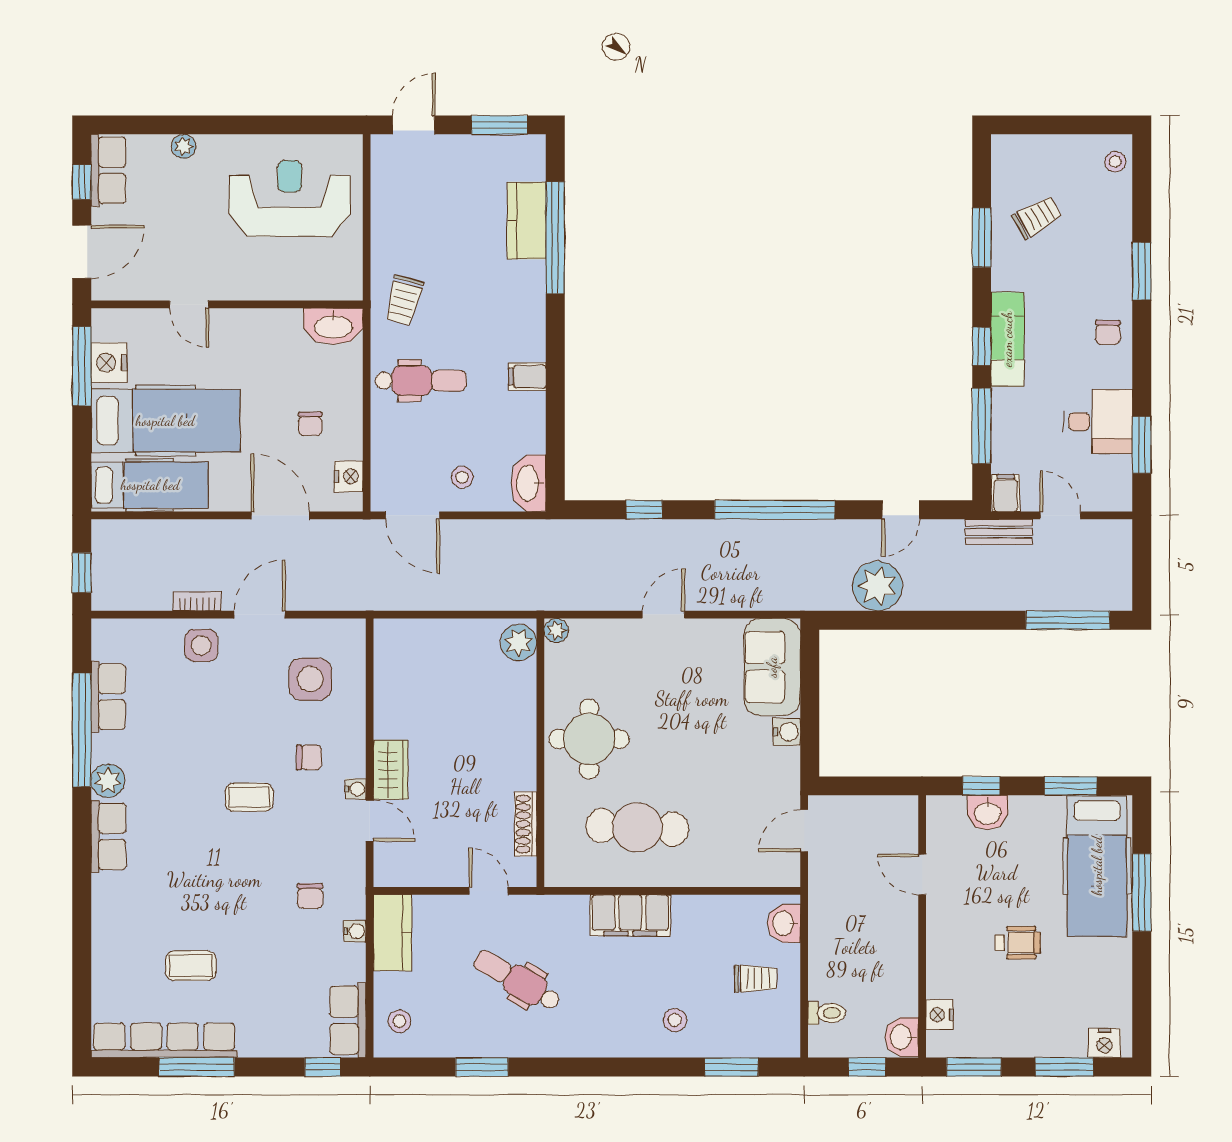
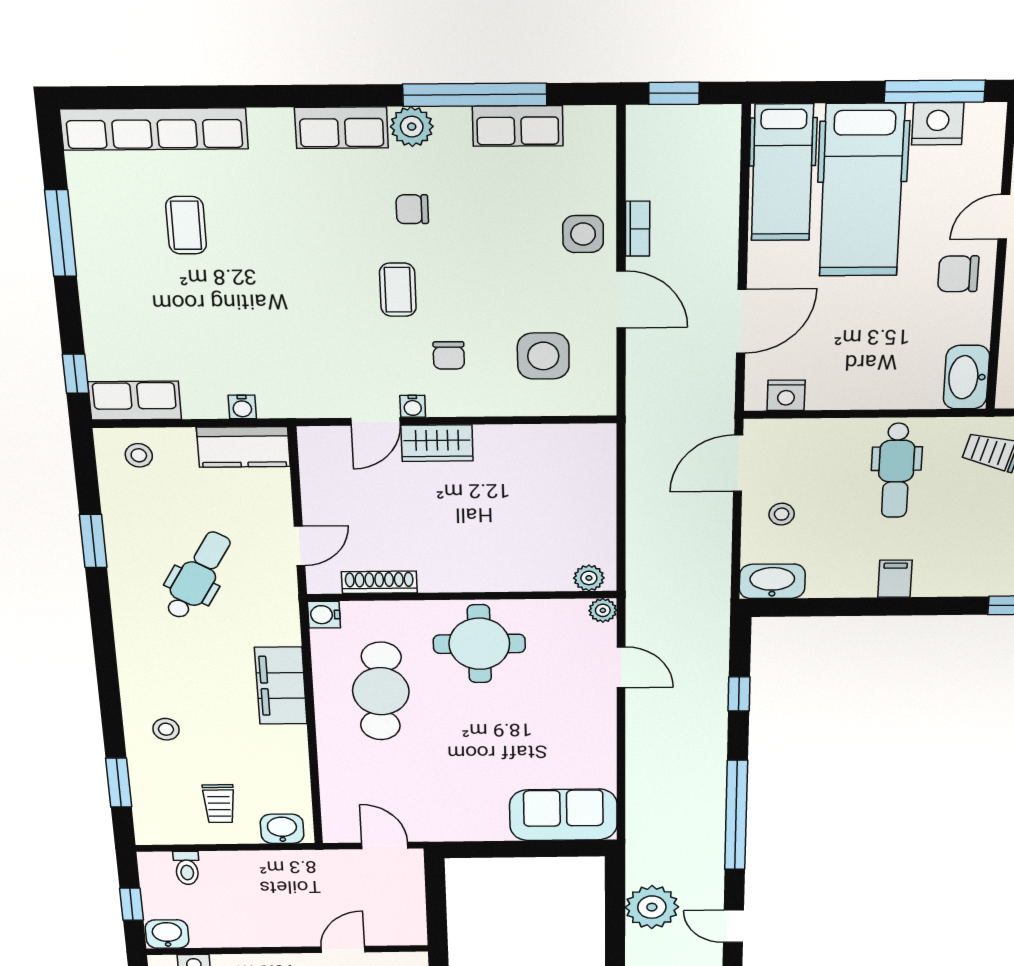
chair: (310, 424) -> (958, 274), moved, width x1.37, depth x1.37
door: (663, 615) -> (621, 667), moved
plant: (519, 642) -> (589, 578), width x0.73, depth x0.73
water cooler: (787, 732) -> (324, 615), moved, turned 90
chair: (310, 896) -> (412, 209), moved
row of seats: (164, 1040) -> (154, 129), moved, turned 90

